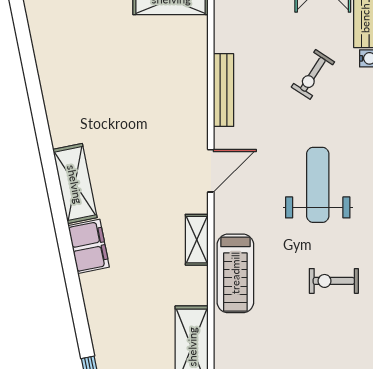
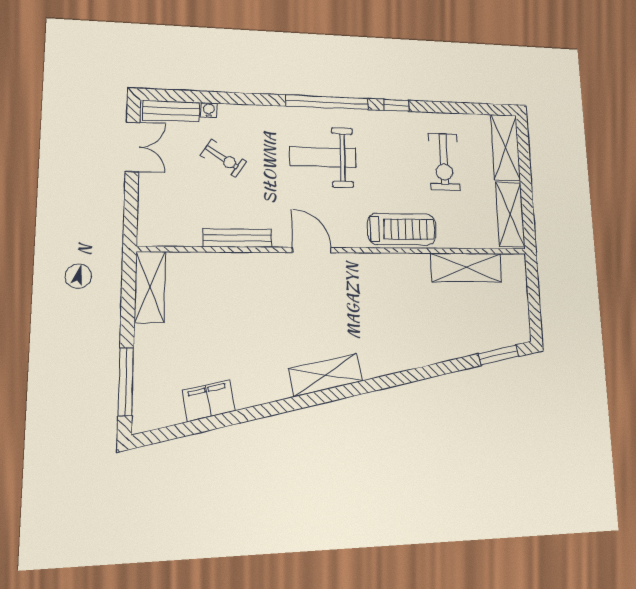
shelving: (197, 240) -> (374, 263), removed
filing cabinet: (89, 246) -> (209, 401), moved
exercise bike: (334, 281) -> (444, 162), moved, width x1.38, depth x1.39

